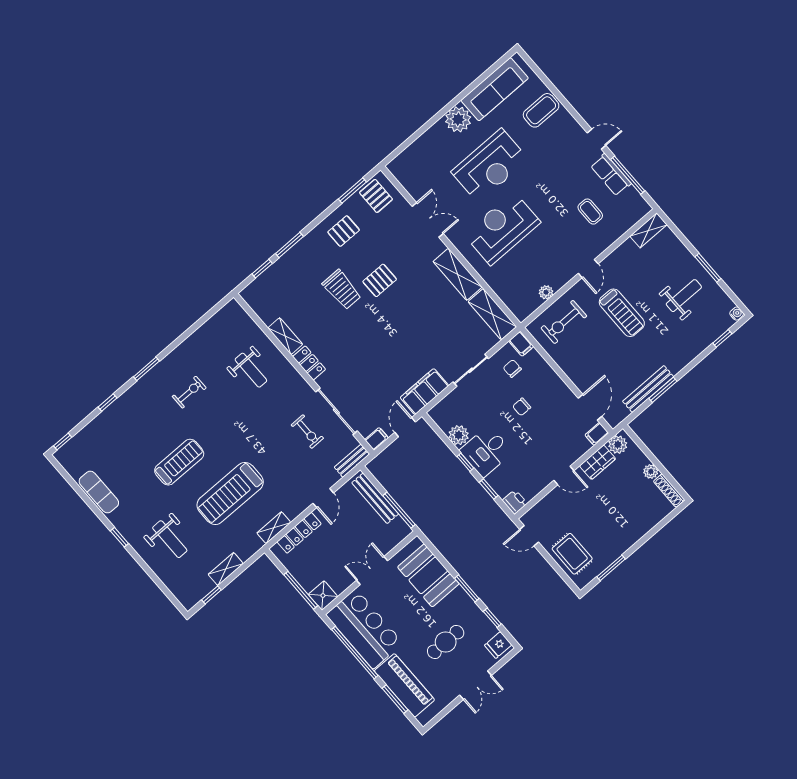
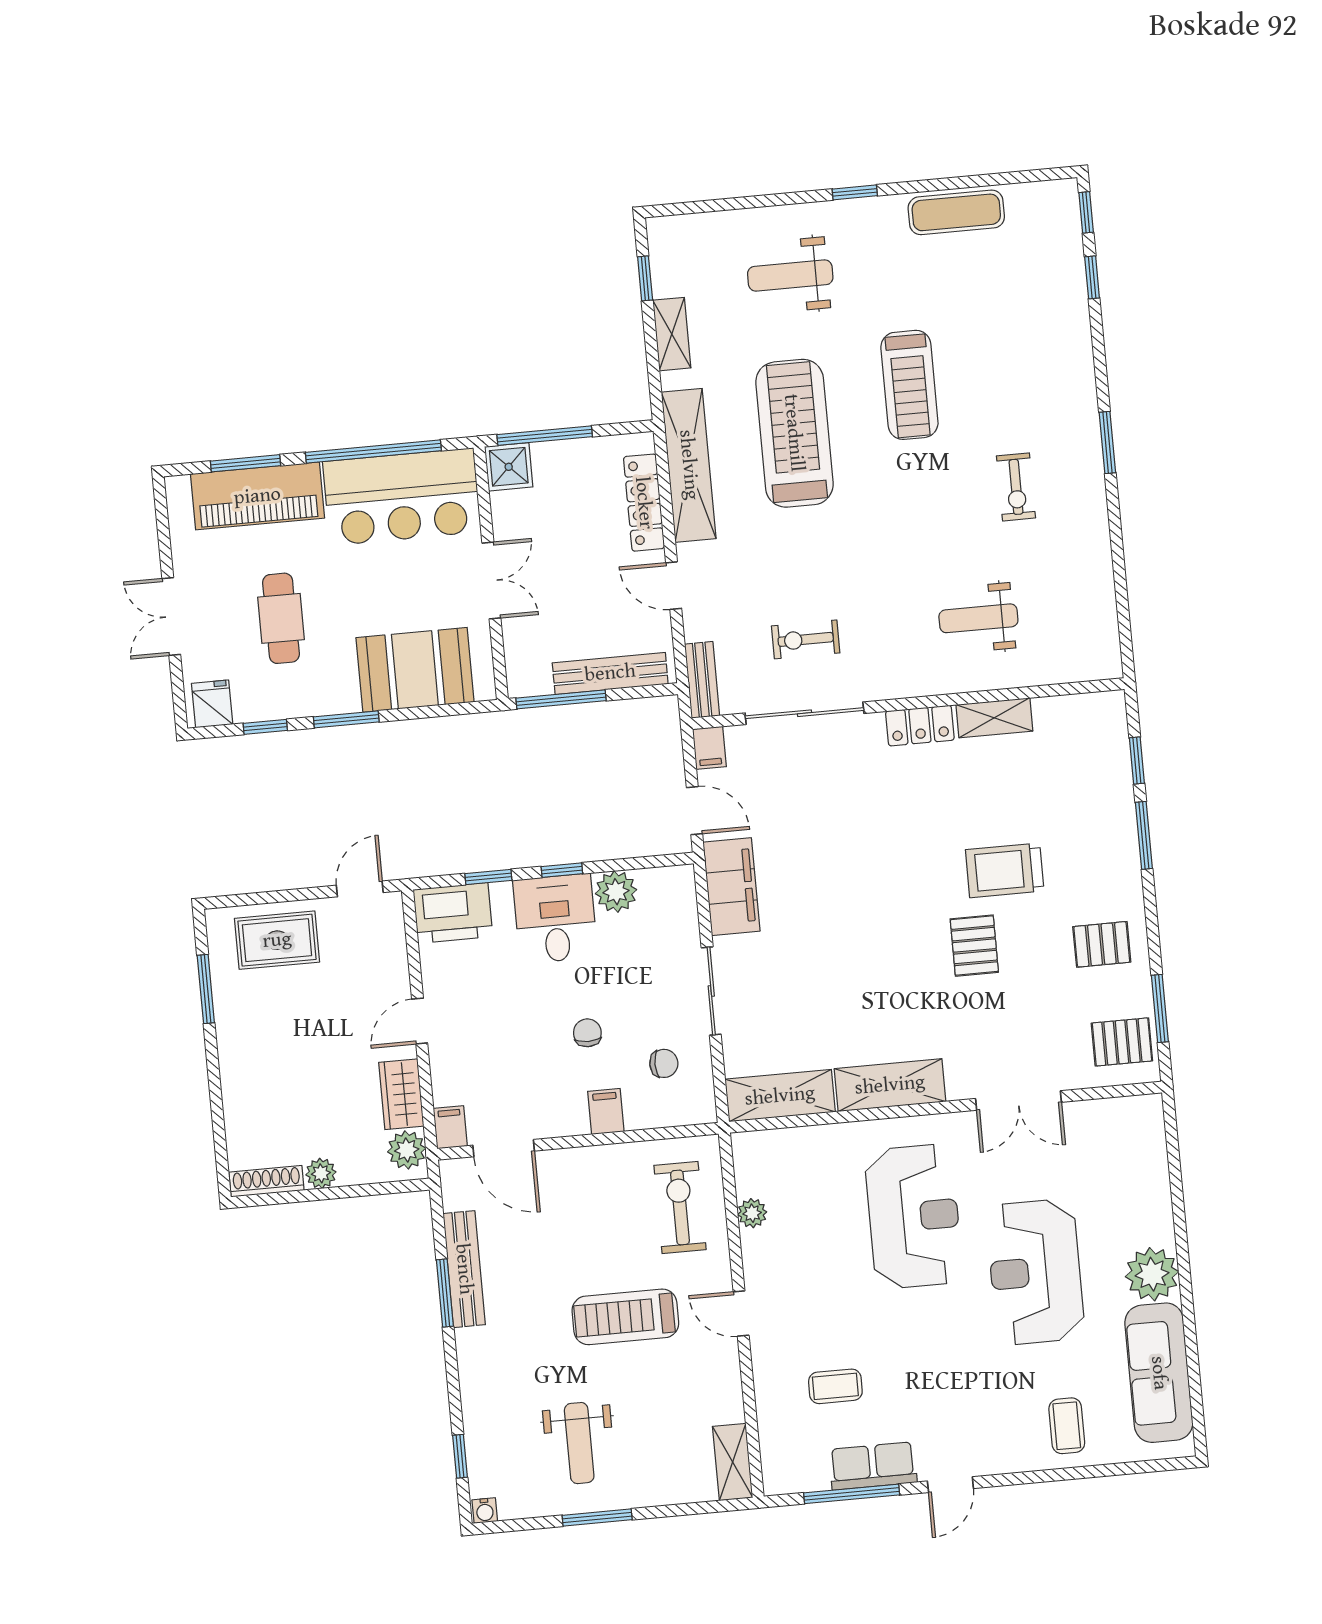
coffee table: (541, 110) -> (1067, 1426), width x0.73, depth x0.77
pallet: (344, 231) -> (1102, 944), turned 90
filing cabinet: (521, 344) -> (606, 1111), moved, turned 90
window: (108, 403) -> (1092, 277), moved
printer: (515, 502) -> (453, 913), width x1.87, depth x1.48
shelving: (274, 528) -> (689, 465), width x2.20, depth x1.33

